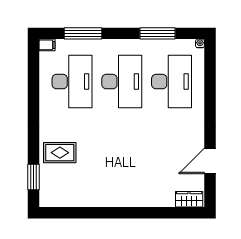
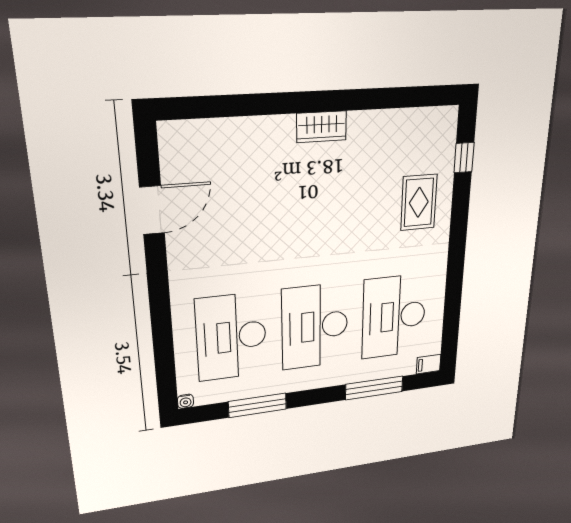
rug: (60, 153) -> (419, 202), turned 90
window: (33, 177) -> (464, 158), width x0.67
wardrobe: (189, 199) -> (322, 127), moved

